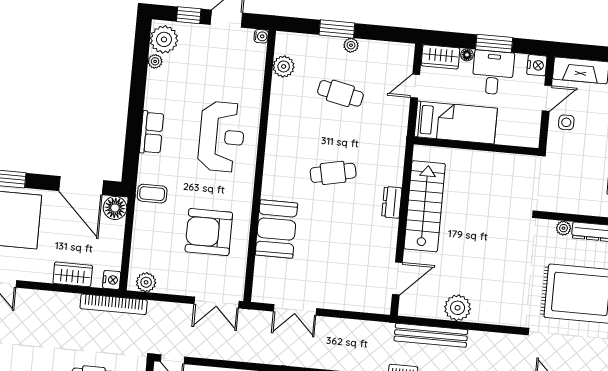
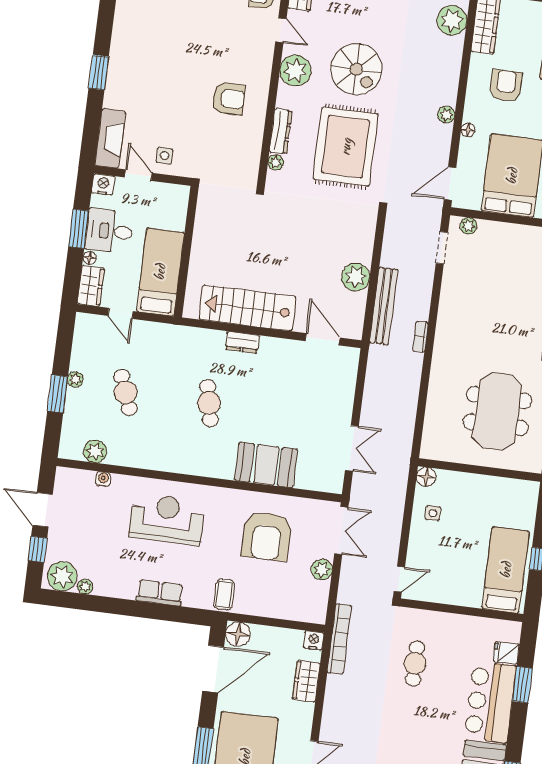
water cooler: (261, 36) -> (103, 479), moved
cafe table: (340, 93) -> (126, 392), turned -33
plant: (146, 282) -> (322, 570), moved

